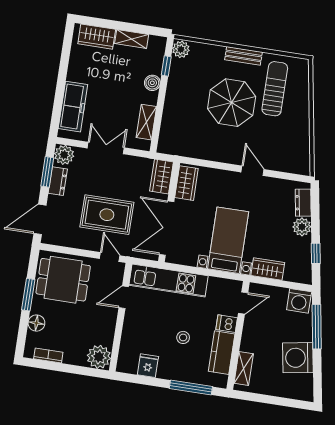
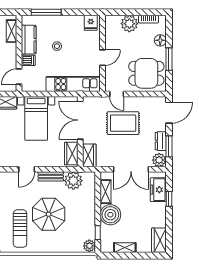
wardrobe: (97, 37) -> (159, 240), moved, turned -90
bench: (243, 56) -> (51, 176), moved
boiler: (152, 83) -> (110, 215), width x1.86, depth x1.86
window: (59, 98) -> (169, 199), added
freezer: (73, 107) -> (158, 190), width x0.71
plant: (189, 145) -> (73, 181), added
double door: (106, 148) -> (131, 169), width x1.37
door: (253, 171) -> (27, 169), hinge flipped
double door: (167, 228) -> (80, 120), swing flipped
door: (124, 297) -> (103, 58), moved
plant: (99, 357) -> (129, 24), moved
fridge: (148, 366) -> (91, 23), moved

